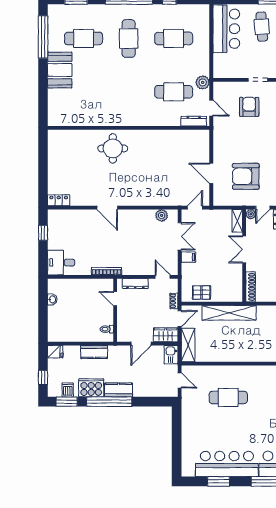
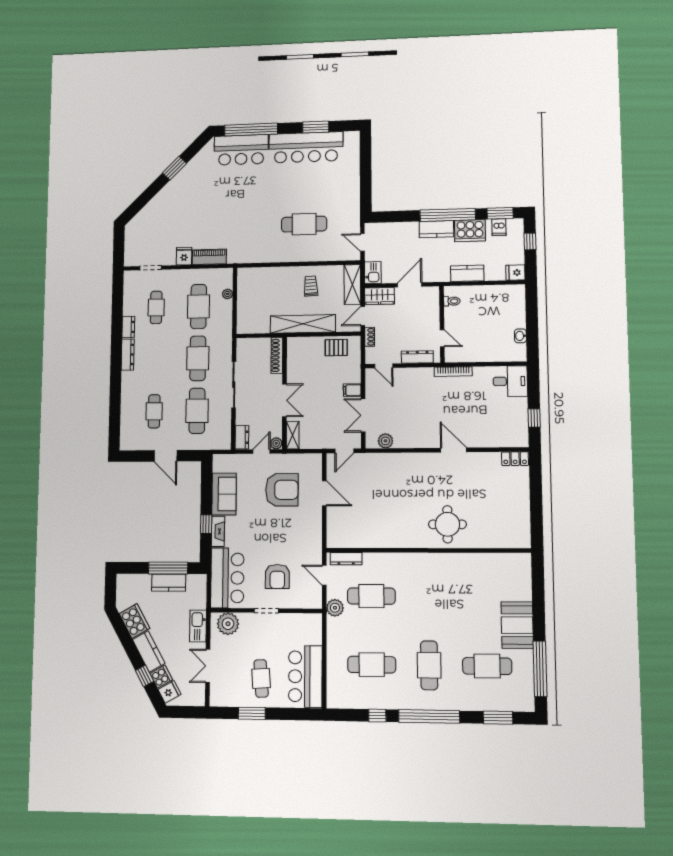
trolley: (223, 345) -> (311, 286), added

